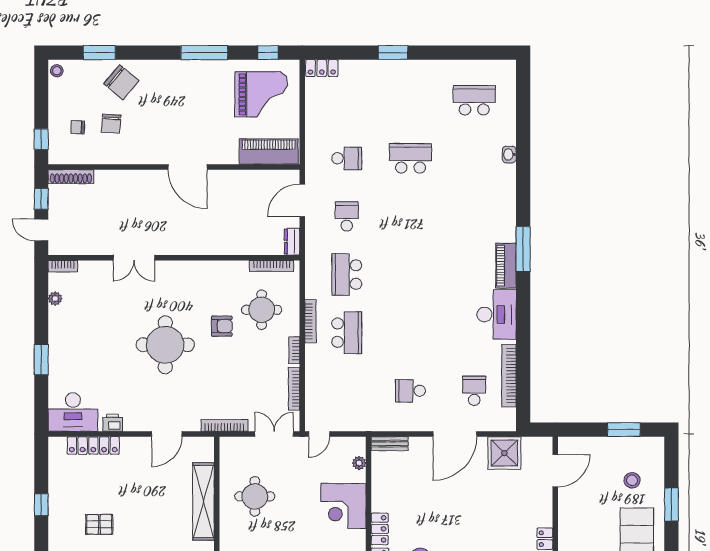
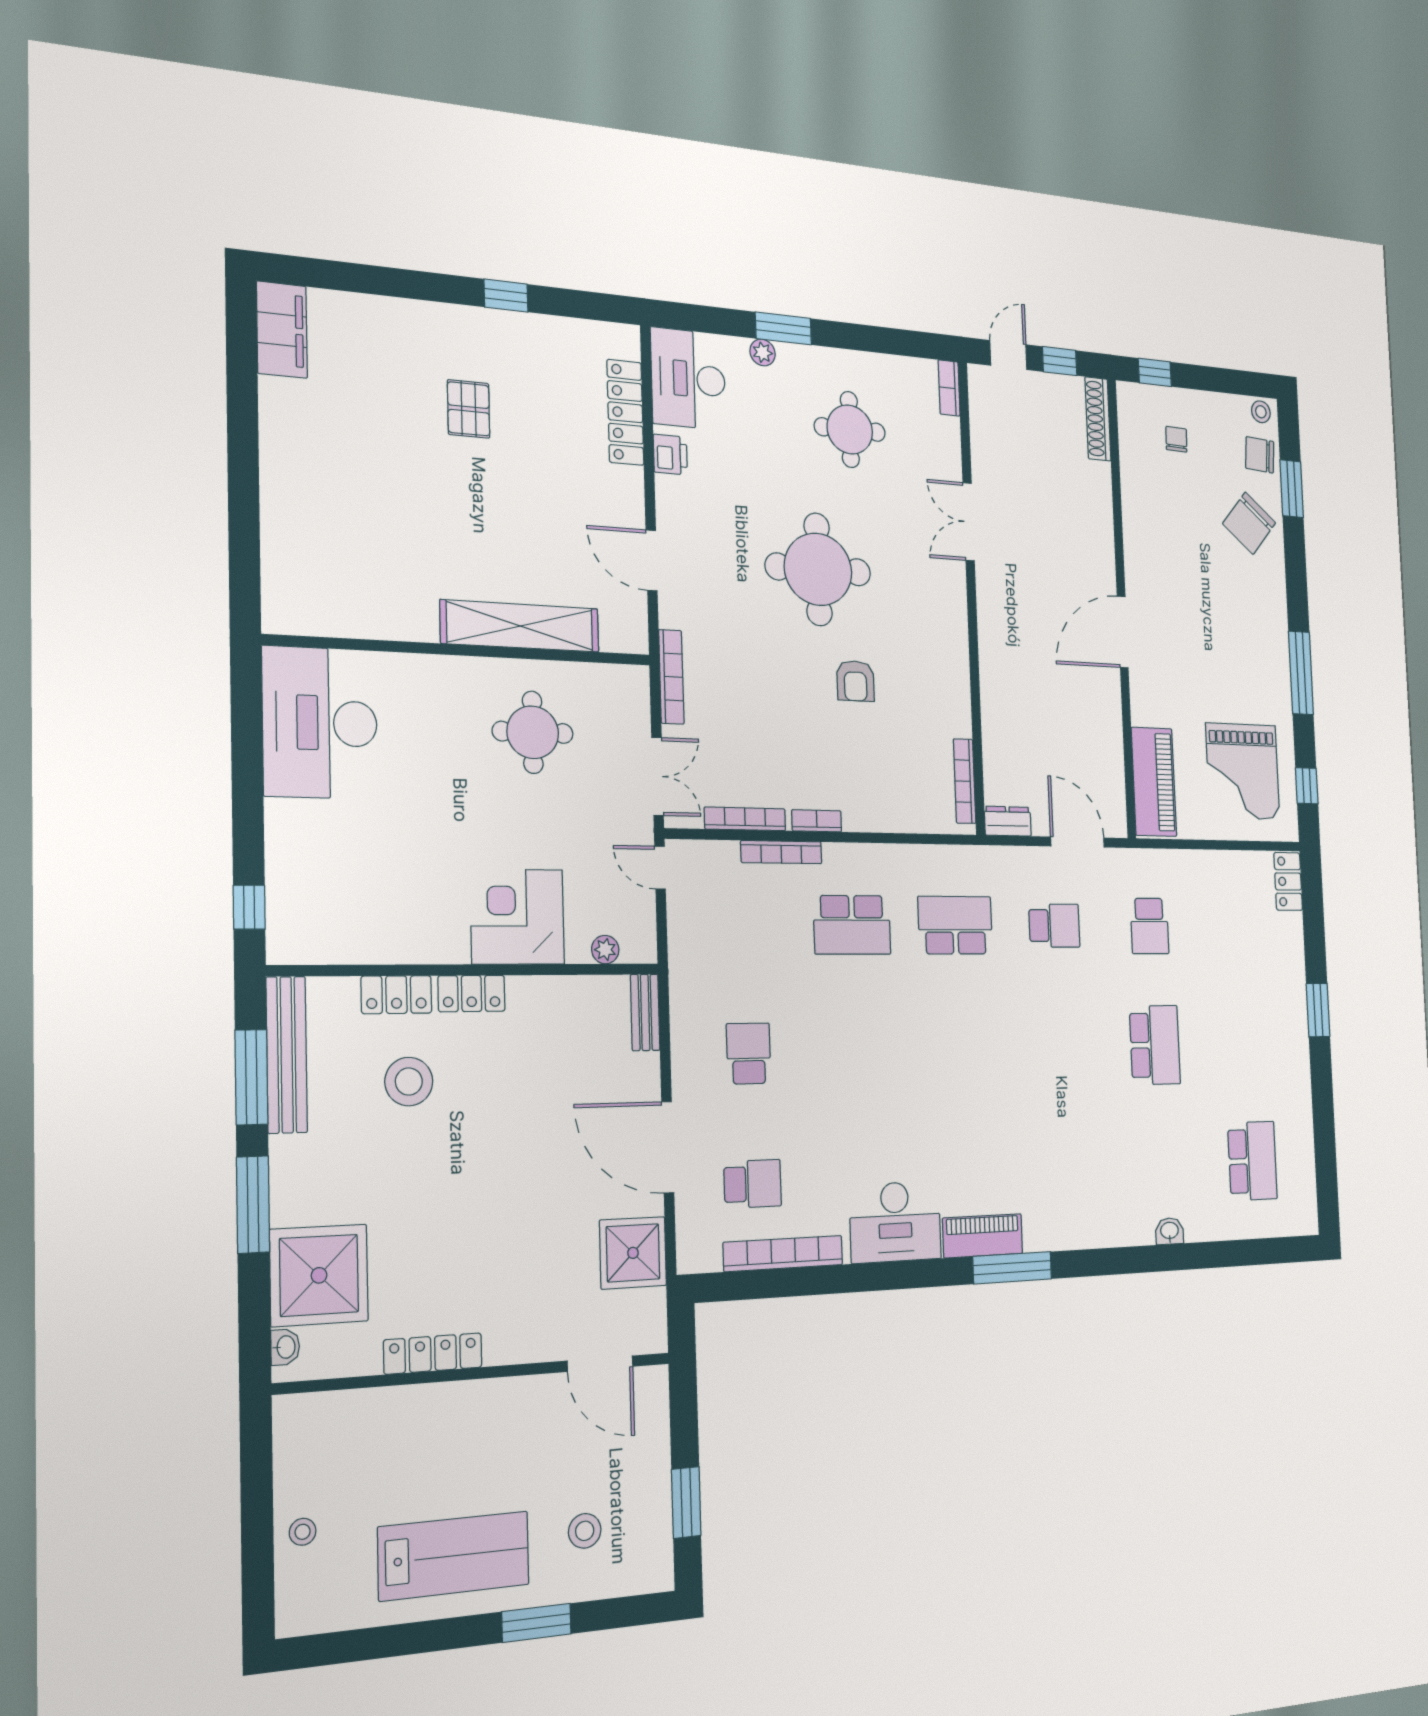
chair: (111, 124) -> (1260, 455), moved
plant: (55, 299) -> (763, 353), moved
round table: (262, 310) -> (850, 429), moved
bookcase: (310, 321) -> (781, 852), moved

